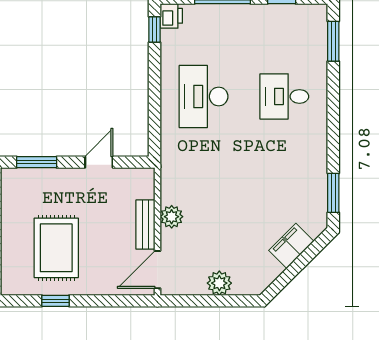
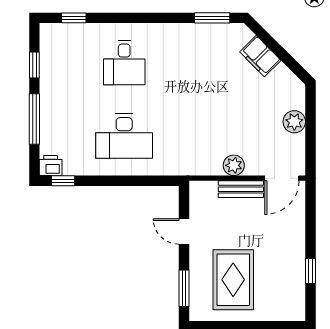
window: (333, 41) -> (74, 18), width x0.67
rug: (56, 248) -> (233, 280), moved, turned 90
door: (157, 270) -> (282, 178), hinge flipped

